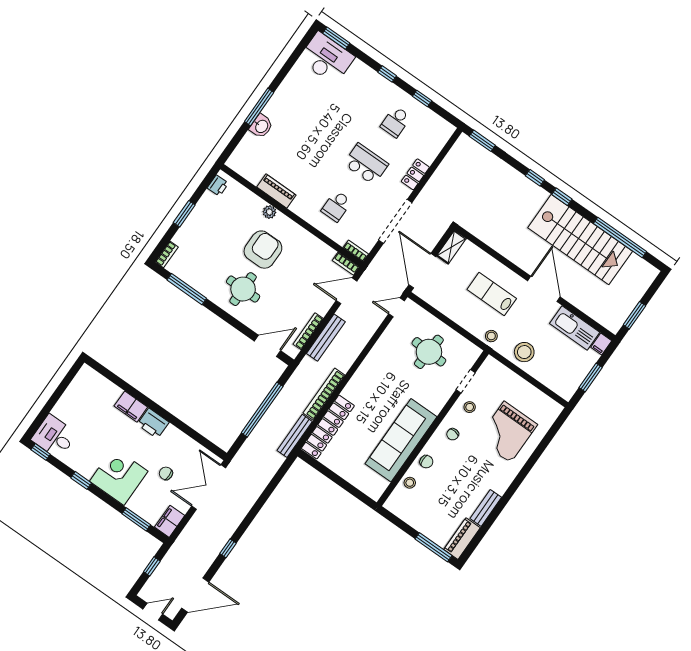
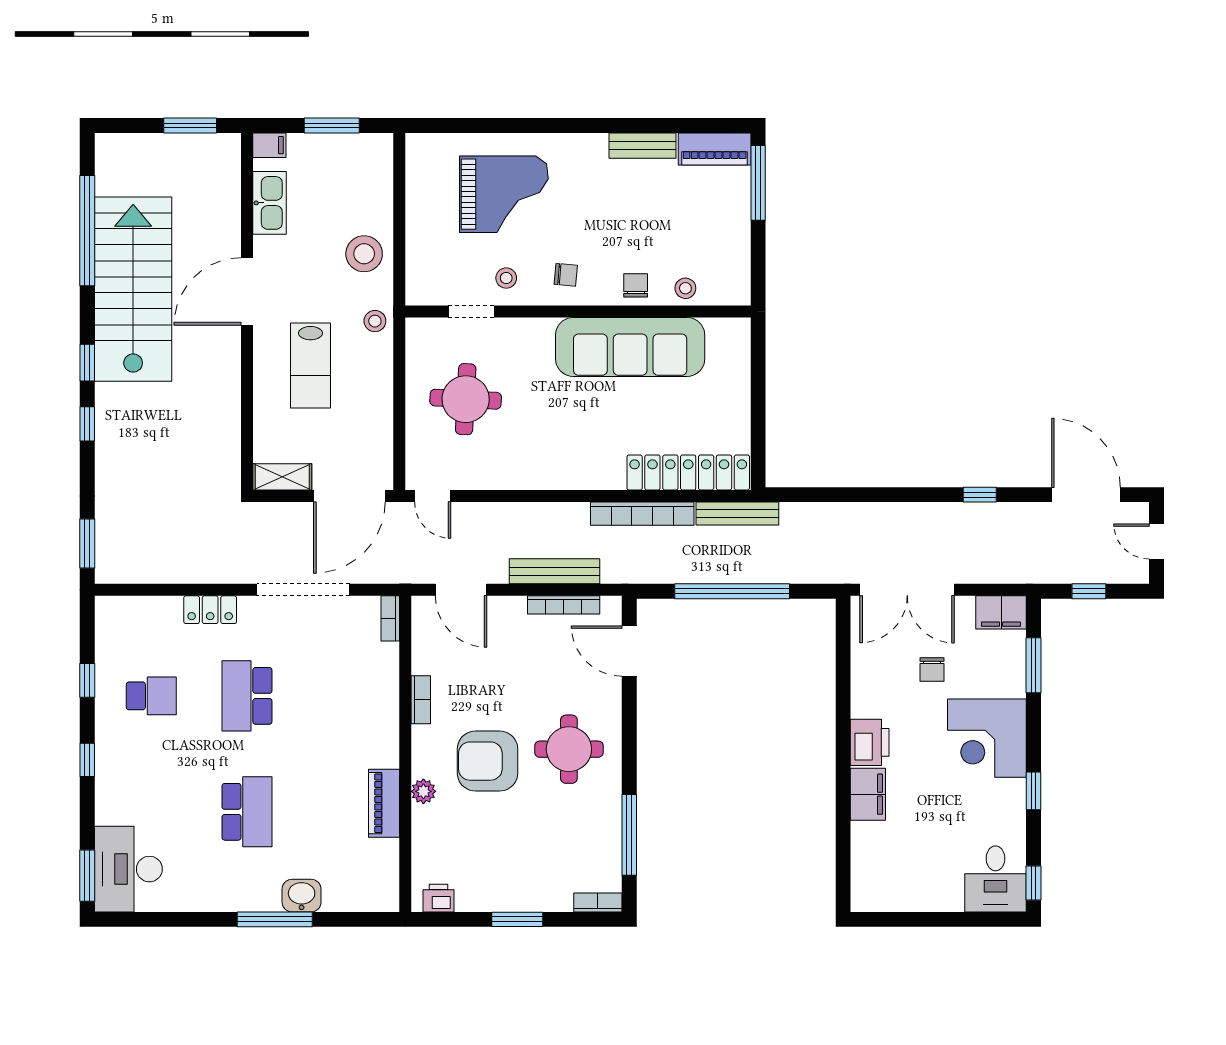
school desk: (336, 206) -> (247, 812), moved, width x1.85
bookcase: (346, 264) -> (421, 700), moved
kitchen sink: (575, 328) -> (269, 203), width x0.73, depth x0.81

